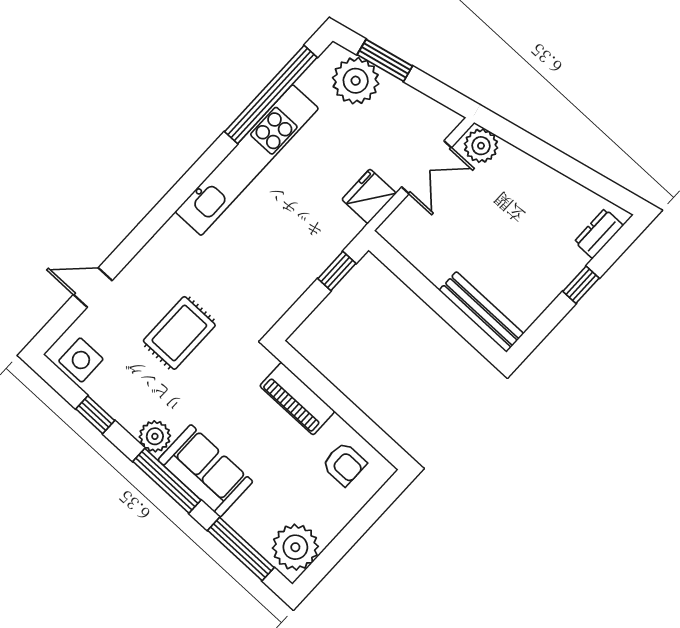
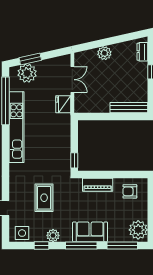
plant: (481, 146) -> (104, 53), moved
window: (337, 271) -> (74, 160), moved
plant: (155, 436) -> (53, 235), moved
armchair: (344, 464) -> (130, 191), turned 180

